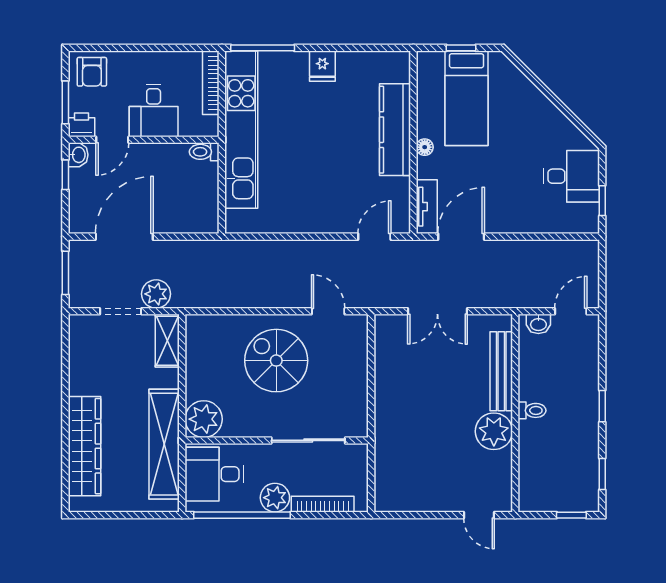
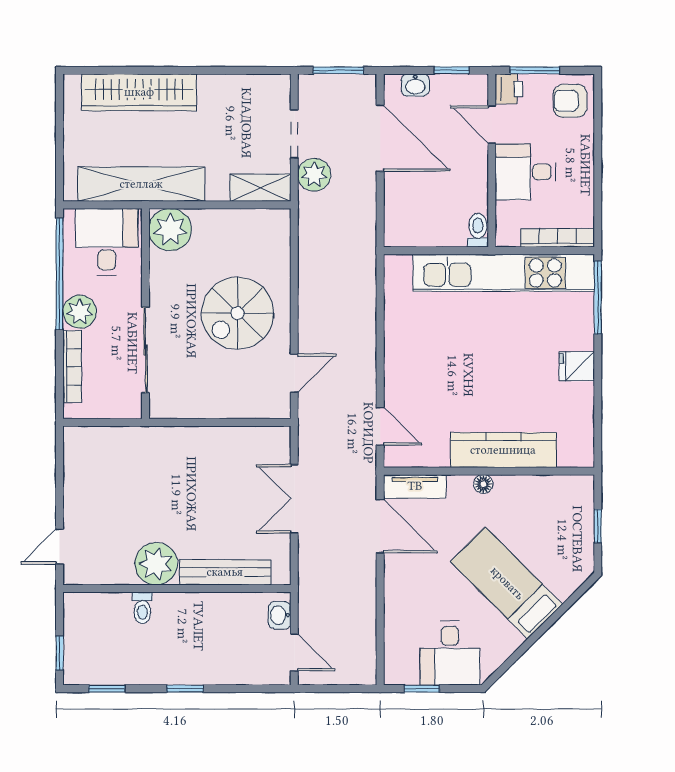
bed: (467, 98) -> (507, 583), moved, turned 45
washbasin: (78, 155) -> (415, 85), moved
spiral stairs: (276, 361) -> (237, 313), turned 180
toilet: (532, 410) -> (142, 608), moved

